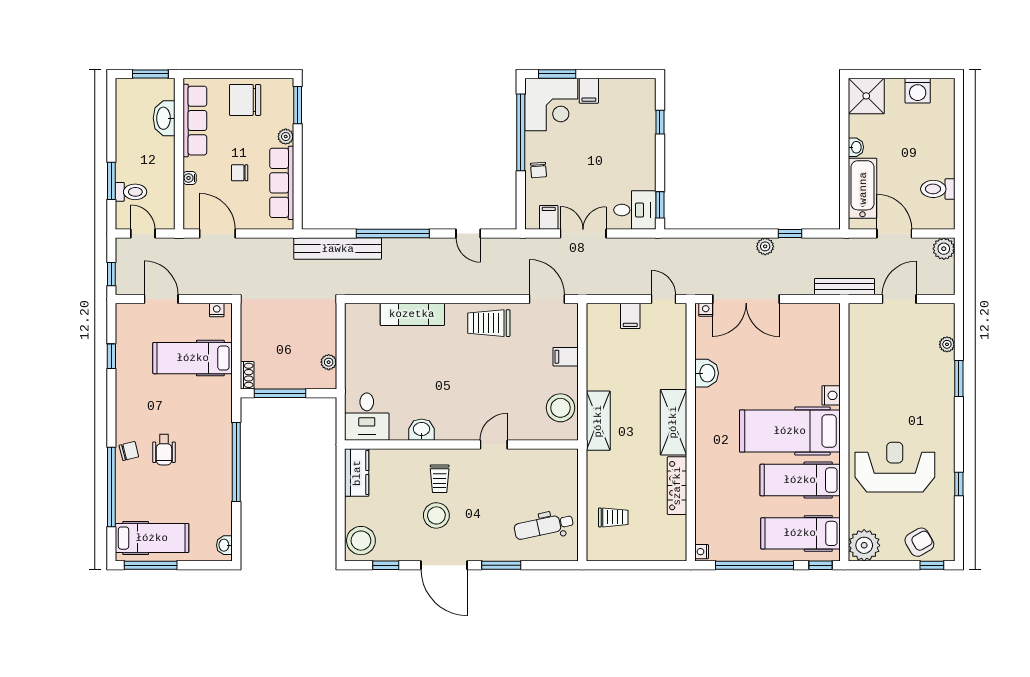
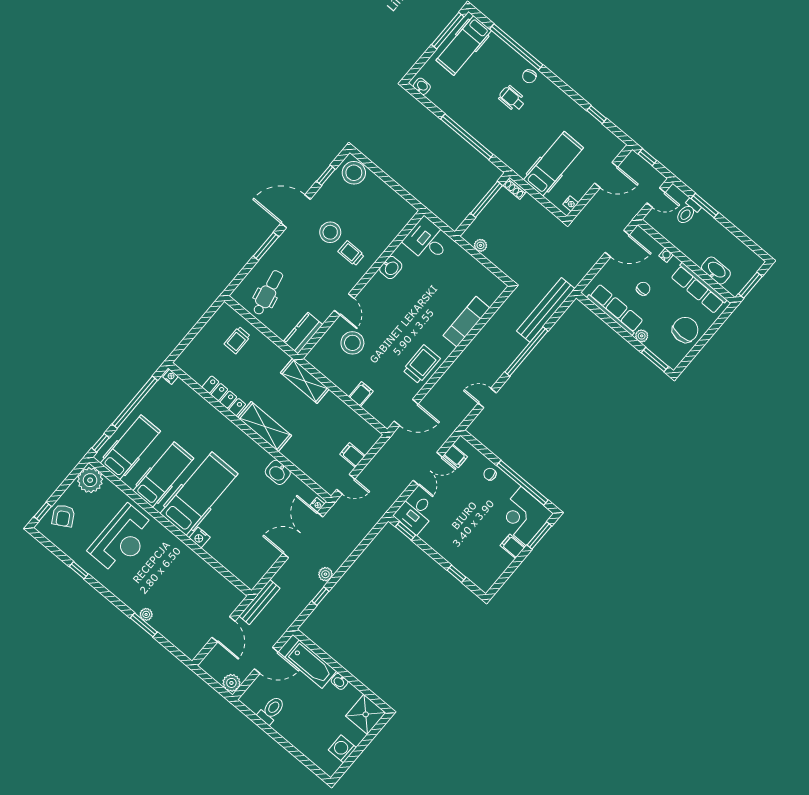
plant: (947, 344) -> (146, 614), moved
stool: (560, 408) -> (352, 343), moved
kitchen counter: (357, 473) -> (303, 333), moved, turned 90

